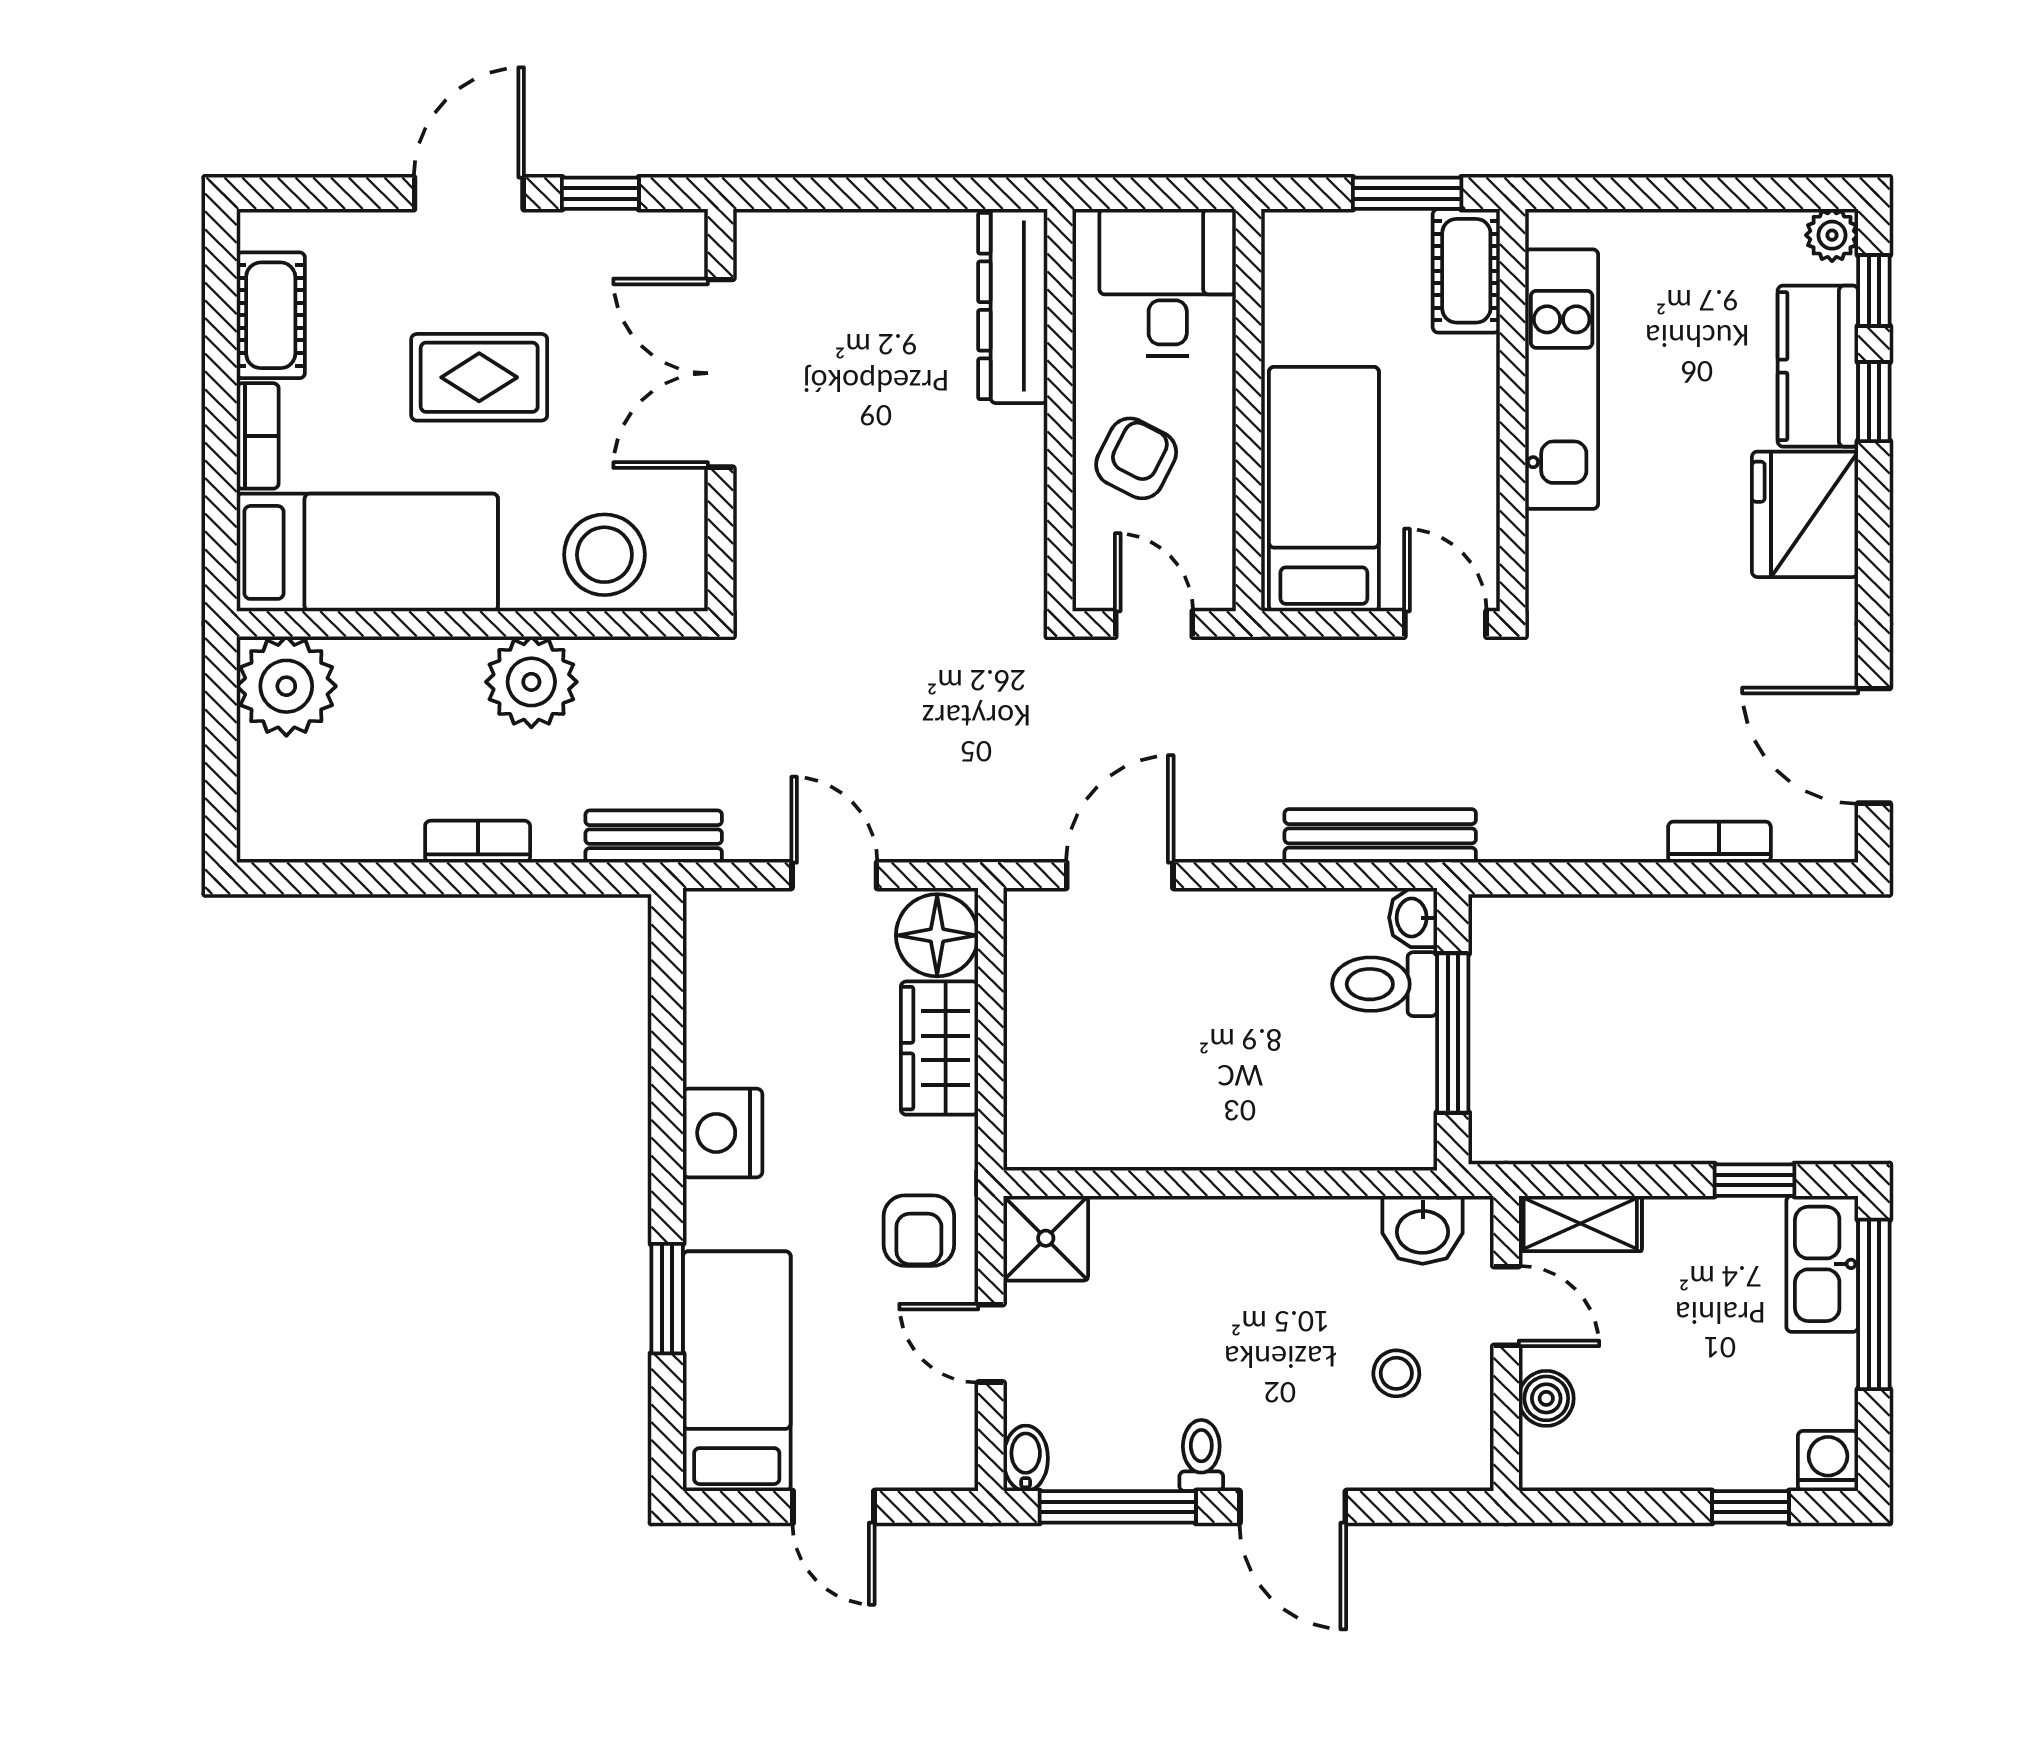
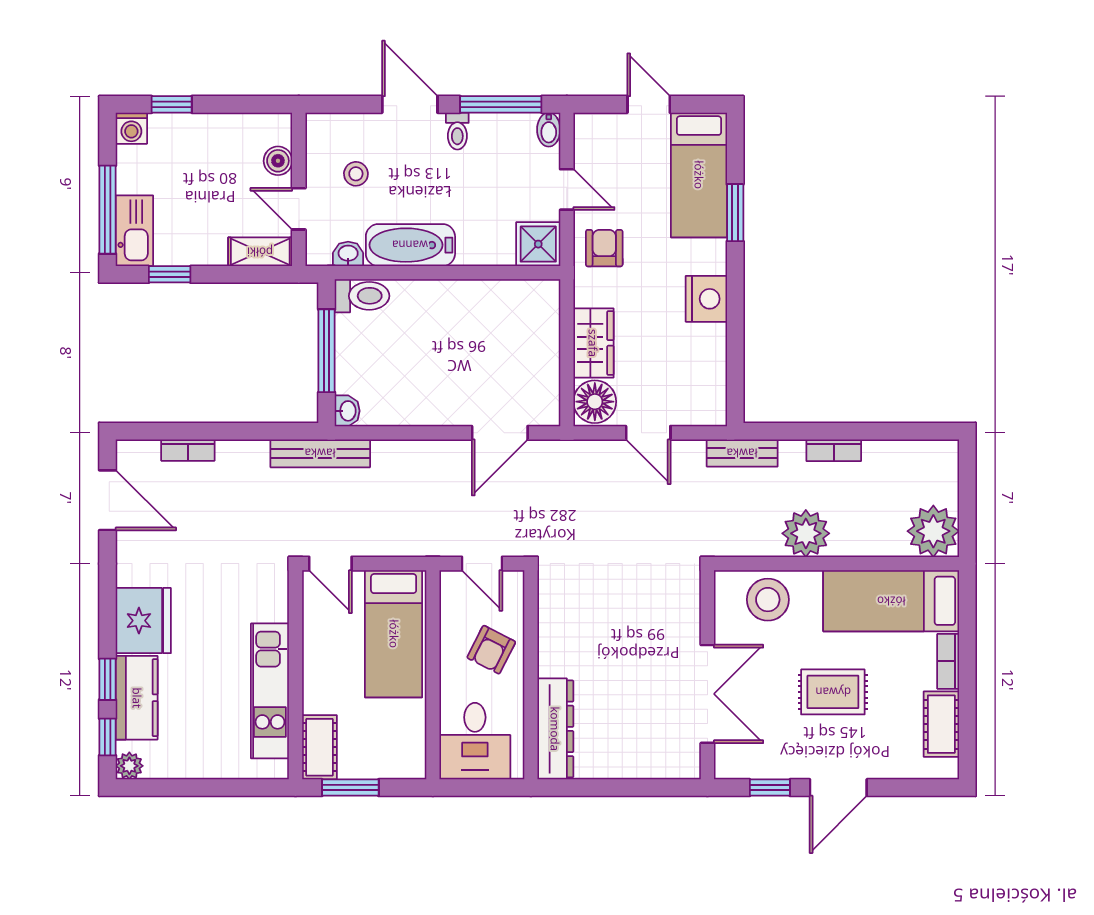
bench: (1380, 836) -> (320, 453), moved
toilet: (1385, 984) -> (362, 296), moved
washbasin: (1423, 1230) -> (348, 254), width x0.72, depth x0.69
bathtub: (1291, 1236) -> (410, 245), added

